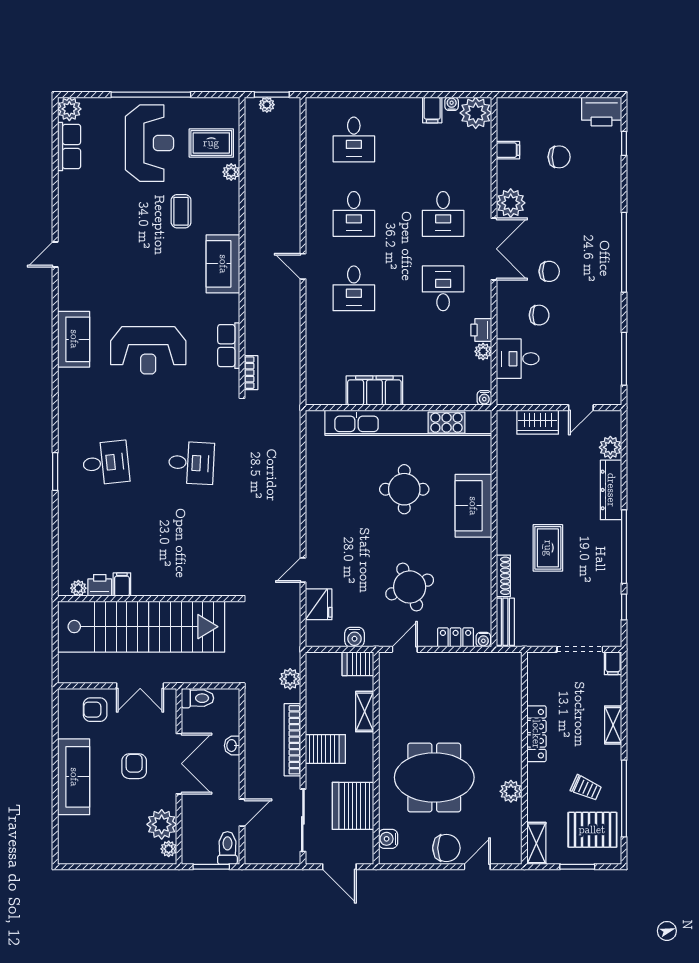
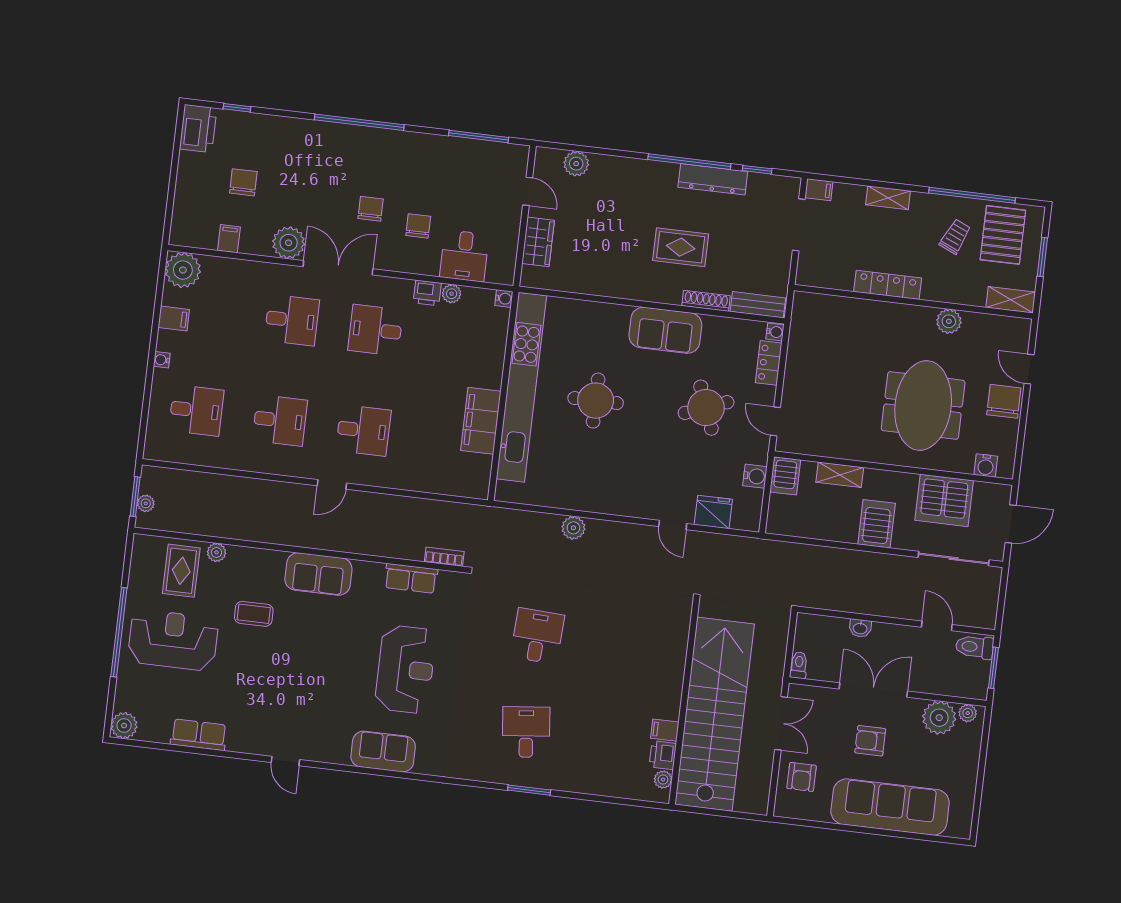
water cooler: (452, 104) -> (162, 360), moved
row of seats: (69, 147) -> (199, 735), moved
dresser: (611, 490) -> (713, 179), moved
sofa: (473, 506) -> (665, 330), moved
plant: (290, 679) -> (573, 528), moved
toilet: (198, 698) -> (799, 665), width x0.73, depth x0.72
bookcase: (292, 740) -> (862, 560), removed
sofa: (74, 777) -> (890, 807), width x1.36, depth x1.27

